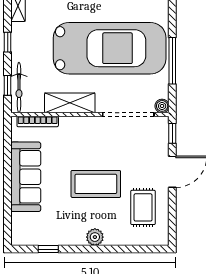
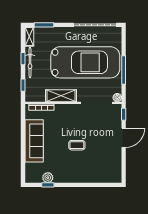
bicycle: (19, 88) -> (30, 62), moved
coffee table: (96, 184) -> (77, 145), width x0.54, depth x0.58
rug: (143, 207) -> (106, 160), removed
plant: (95, 237) -> (48, 178), moved

